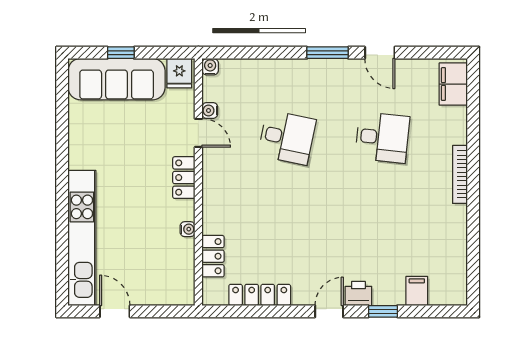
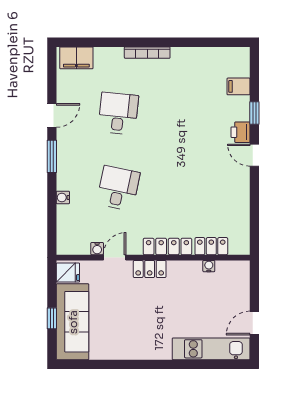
water cooler: (210, 67) -> (63, 197), moved
water cooler: (188, 229) -> (209, 266), moved
kitchen unit: (82, 238) -> (211, 349), width x0.73
locker: (260, 295) -> (167, 246), moved, turned 90

